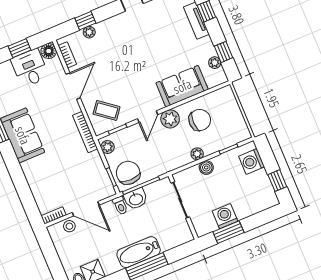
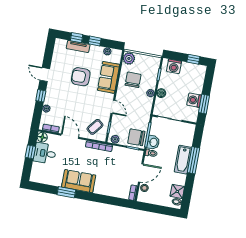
window: (85, 21) -> (41, 96), moved
armchair: (159, 50) -> (81, 77), added
window: (223, 52) -> (95, 41), moved
plant: (170, 119) -> (129, 58), moved

